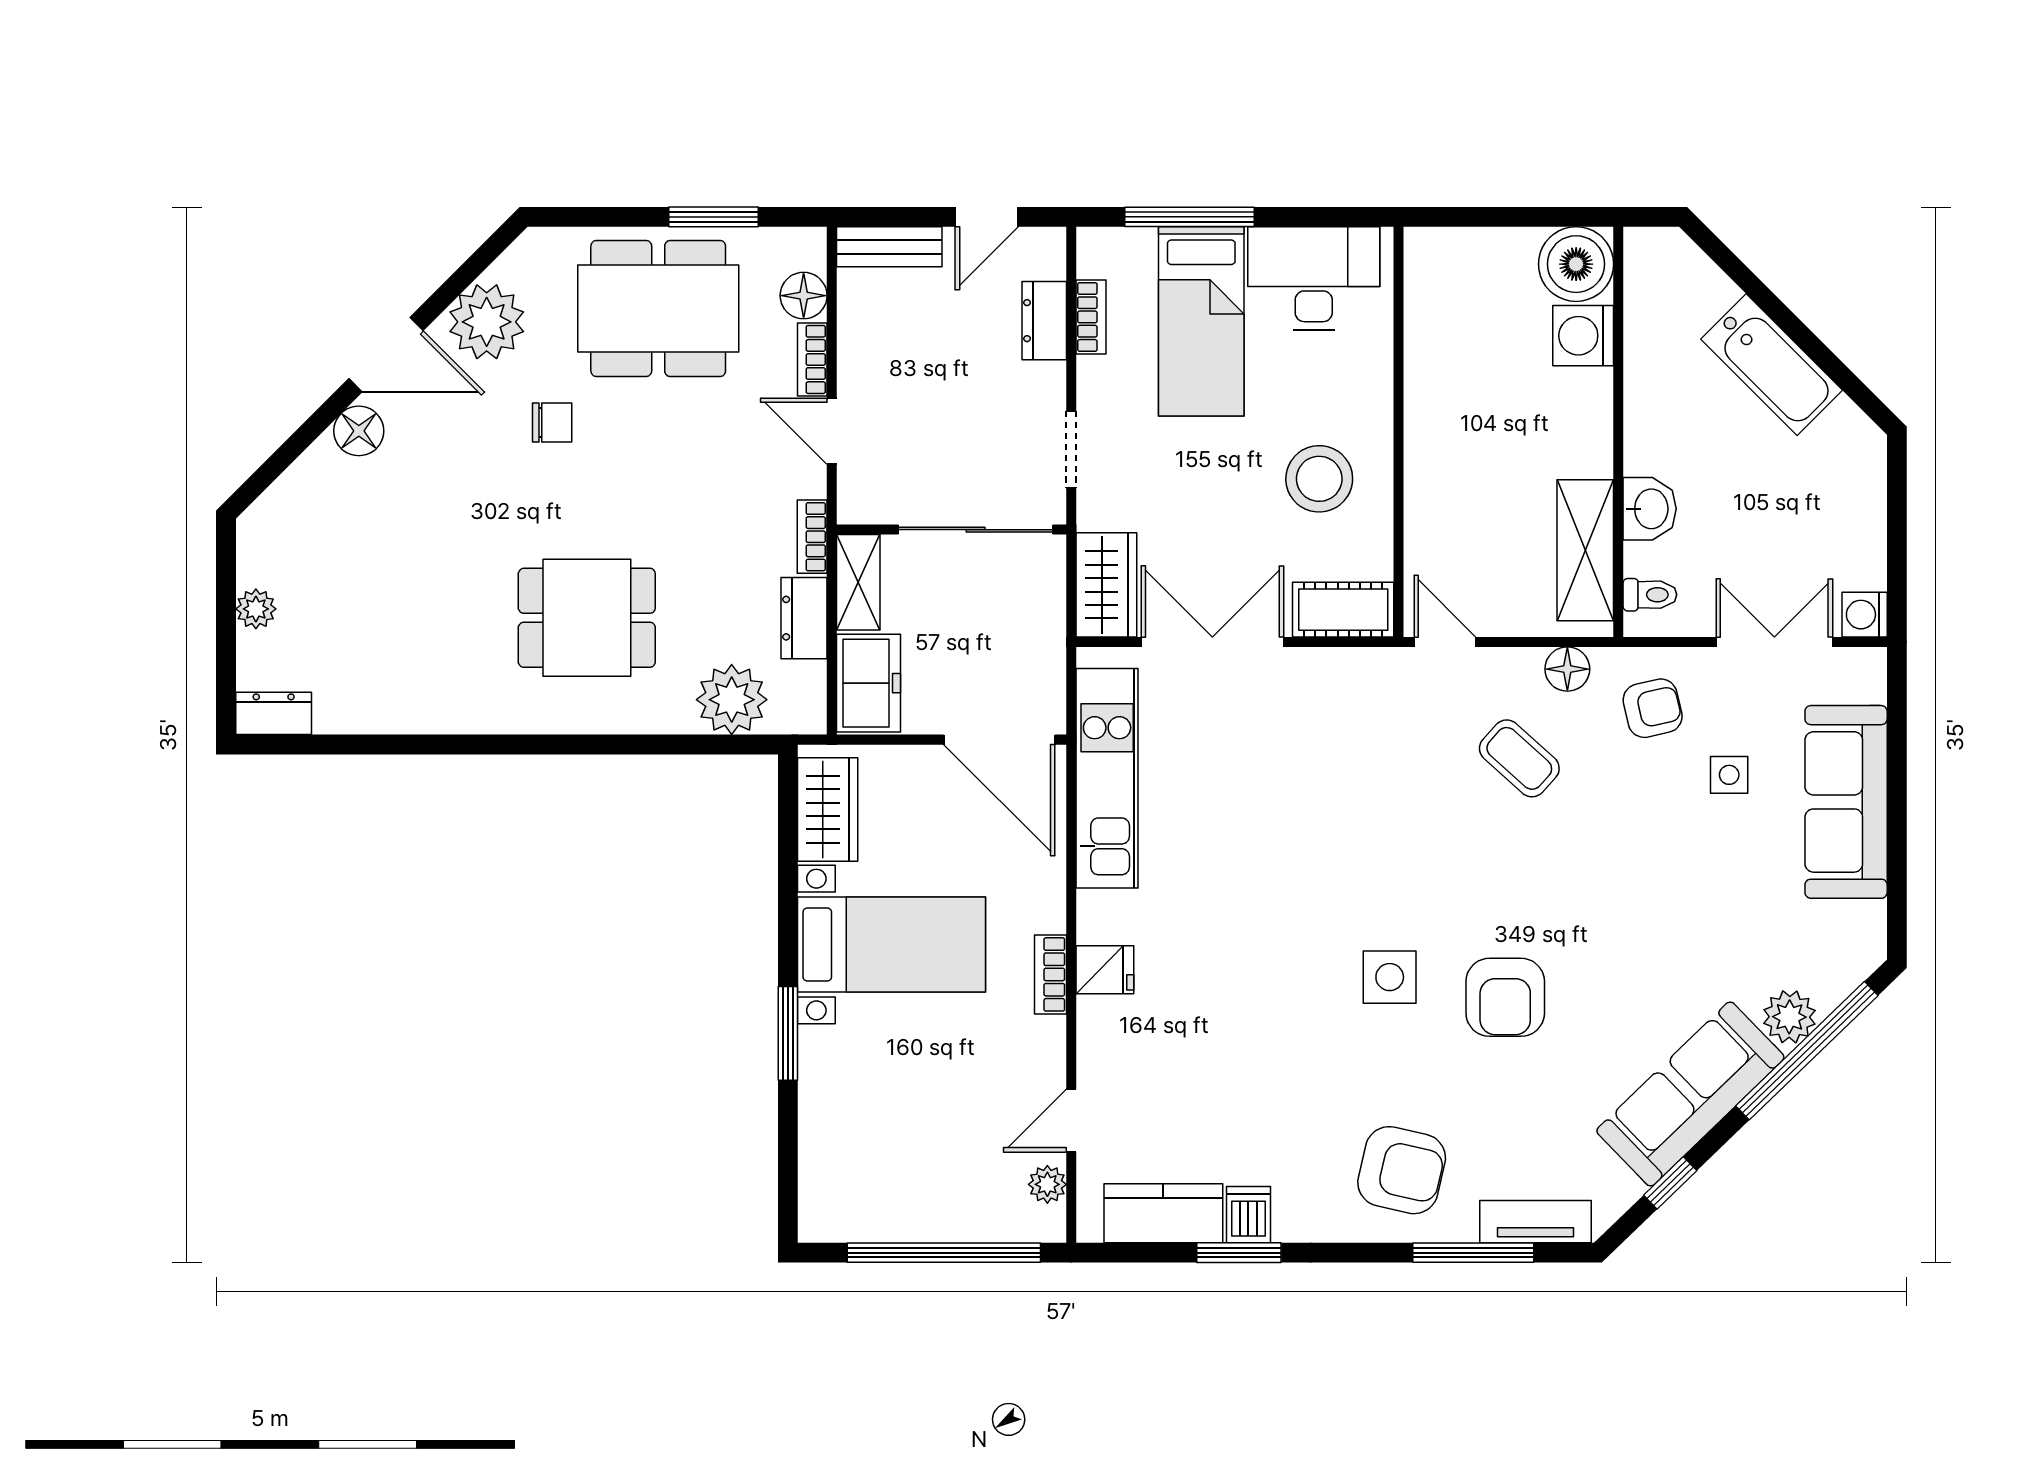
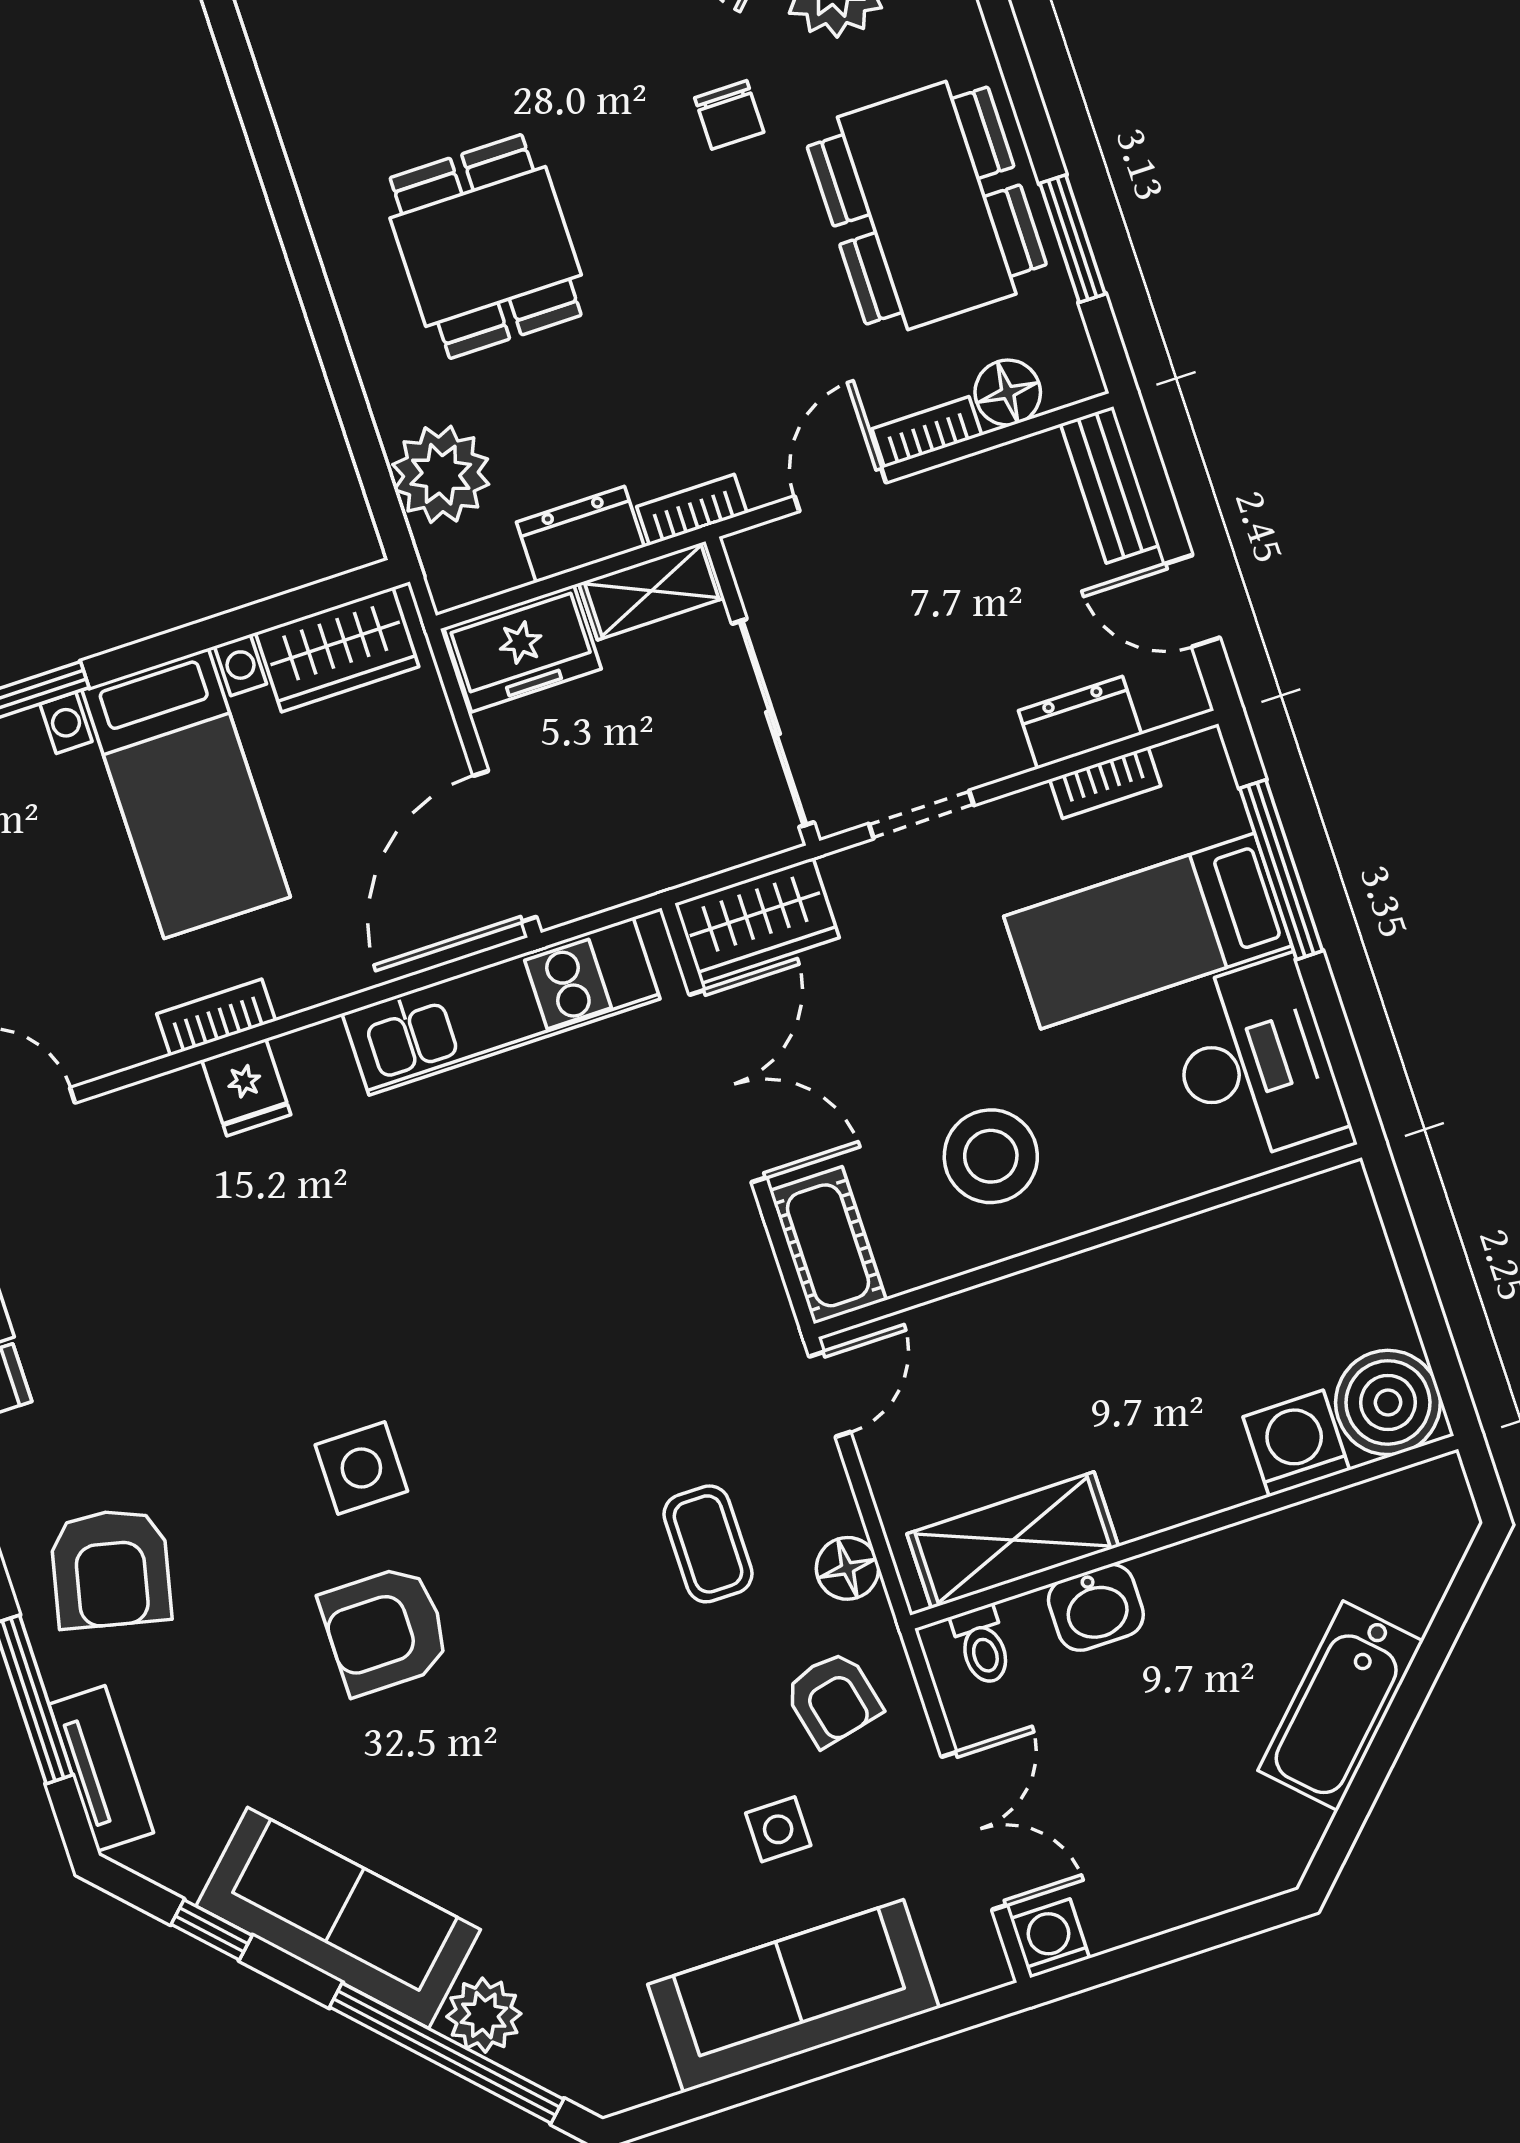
coffee table: (1519, 758) -> (708, 1544), turned -42

